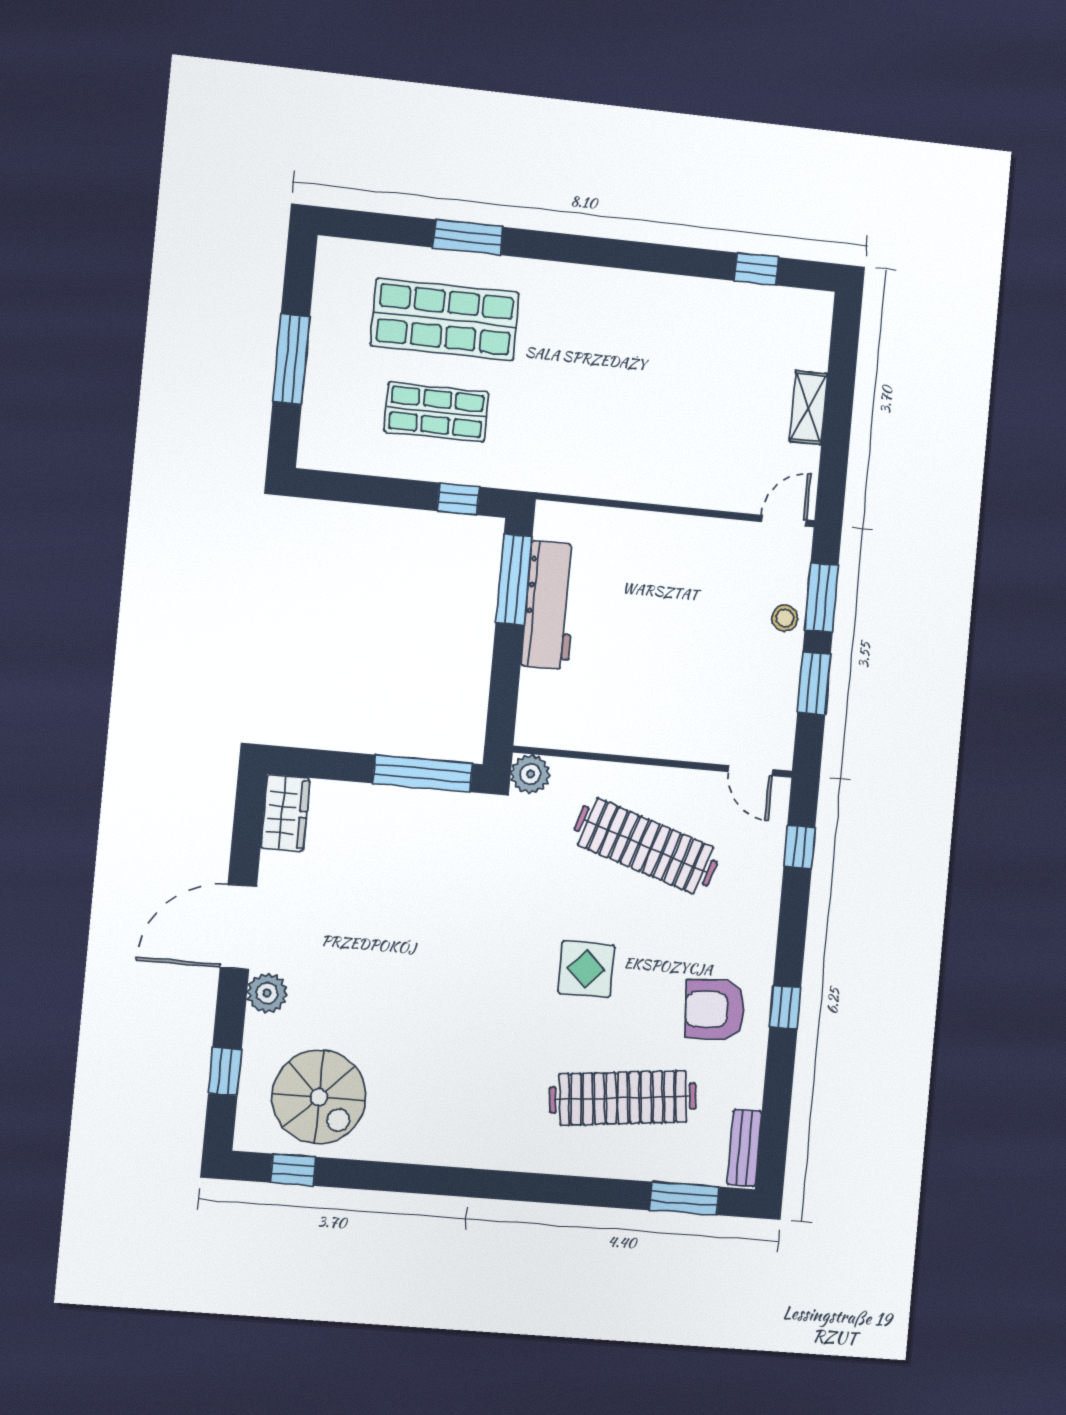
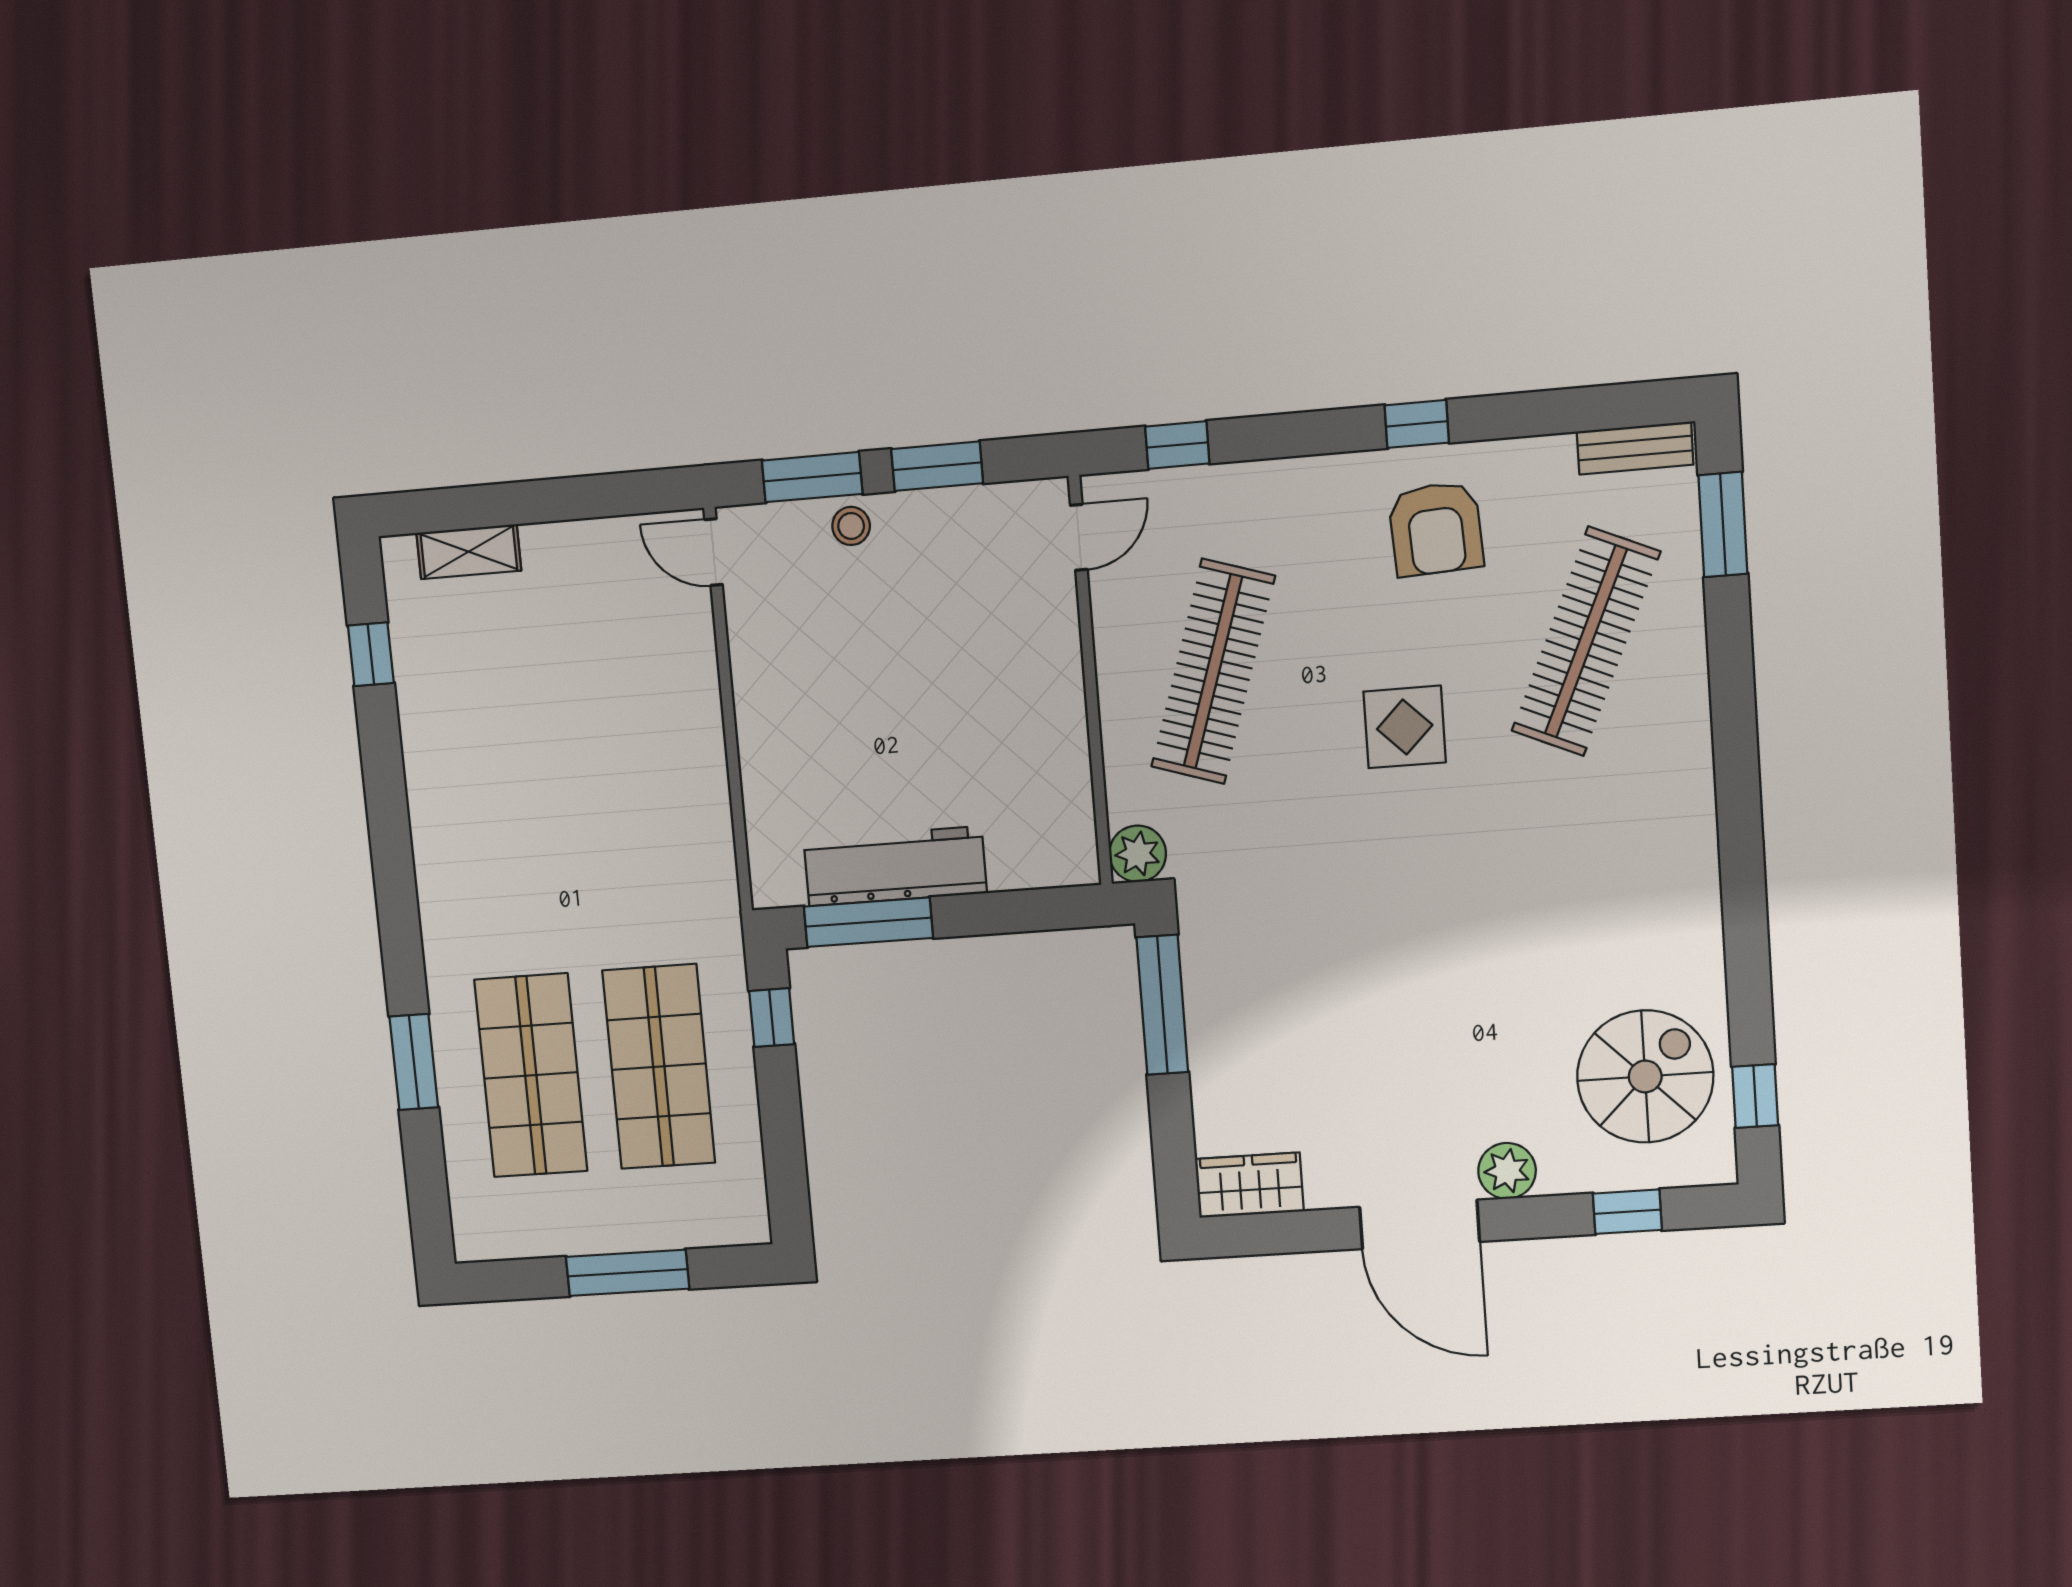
shelving: (809, 408) -> (469, 552), moved
shop shelf: (436, 412) -> (659, 1067), width x1.43, depth x1.36
clothes rail: (623, 1098) -> (1586, 642), turned 30

